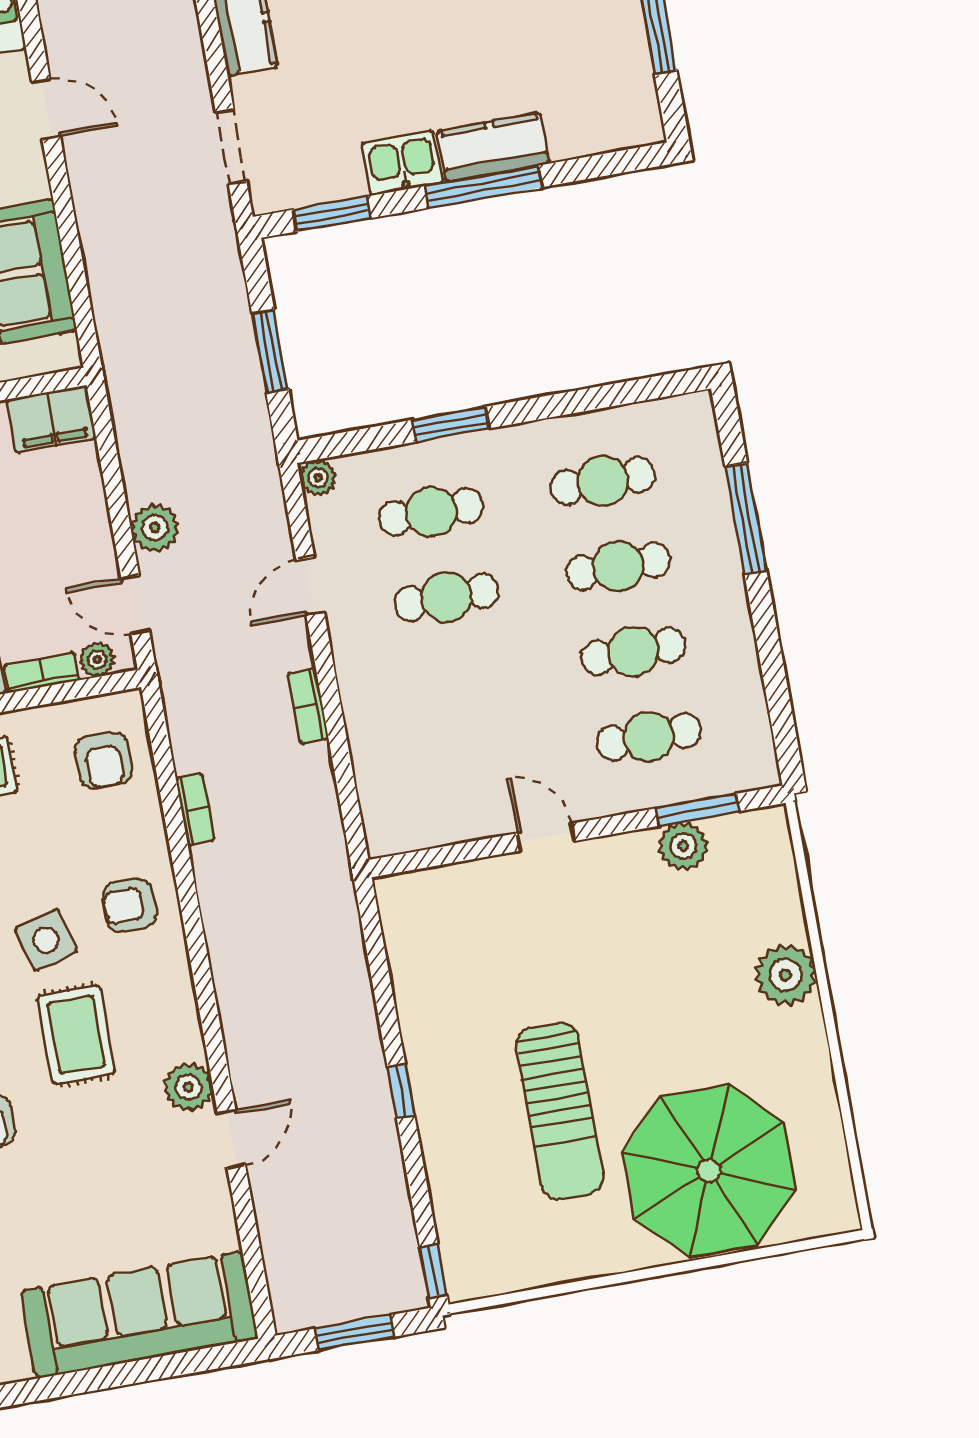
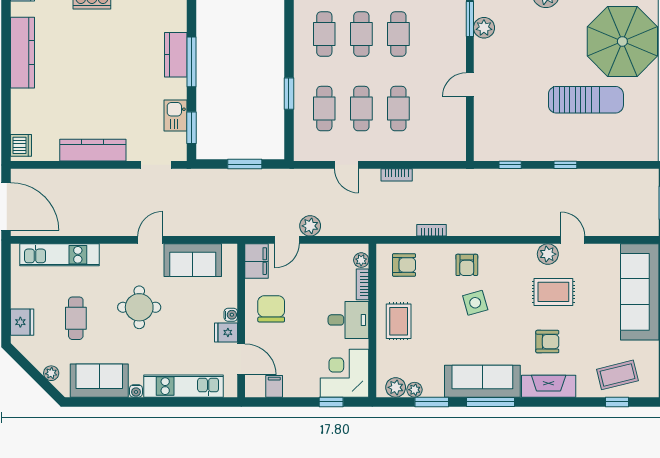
door: (46, 109) -> (150, 240), moved
kitchen sink: (402, 163) -> (175, 116), moved
plant: (318, 478) -> (301, 153), removed
door: (135, 605) -> (287, 240), moved
cafe table: (649, 737) -> (398, 109), moved
rug: (76, 1035) -> (553, 292), moved
window: (433, 1271) -> (510, 165), moved

